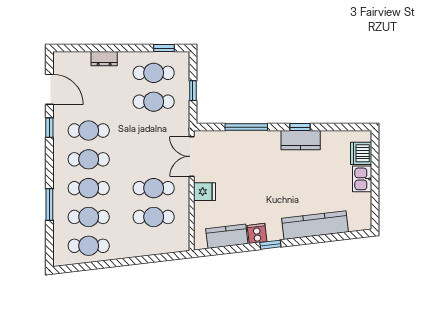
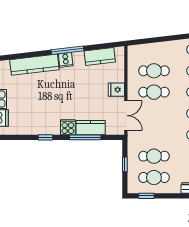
kitchen counter: (301, 140) -> (91, 128), moved
cooker: (270, 141) -> (68, 127), added
cooker: (257, 233) -> (66, 60), moved
window: (270, 245) -> (67, 50), width x2.17

